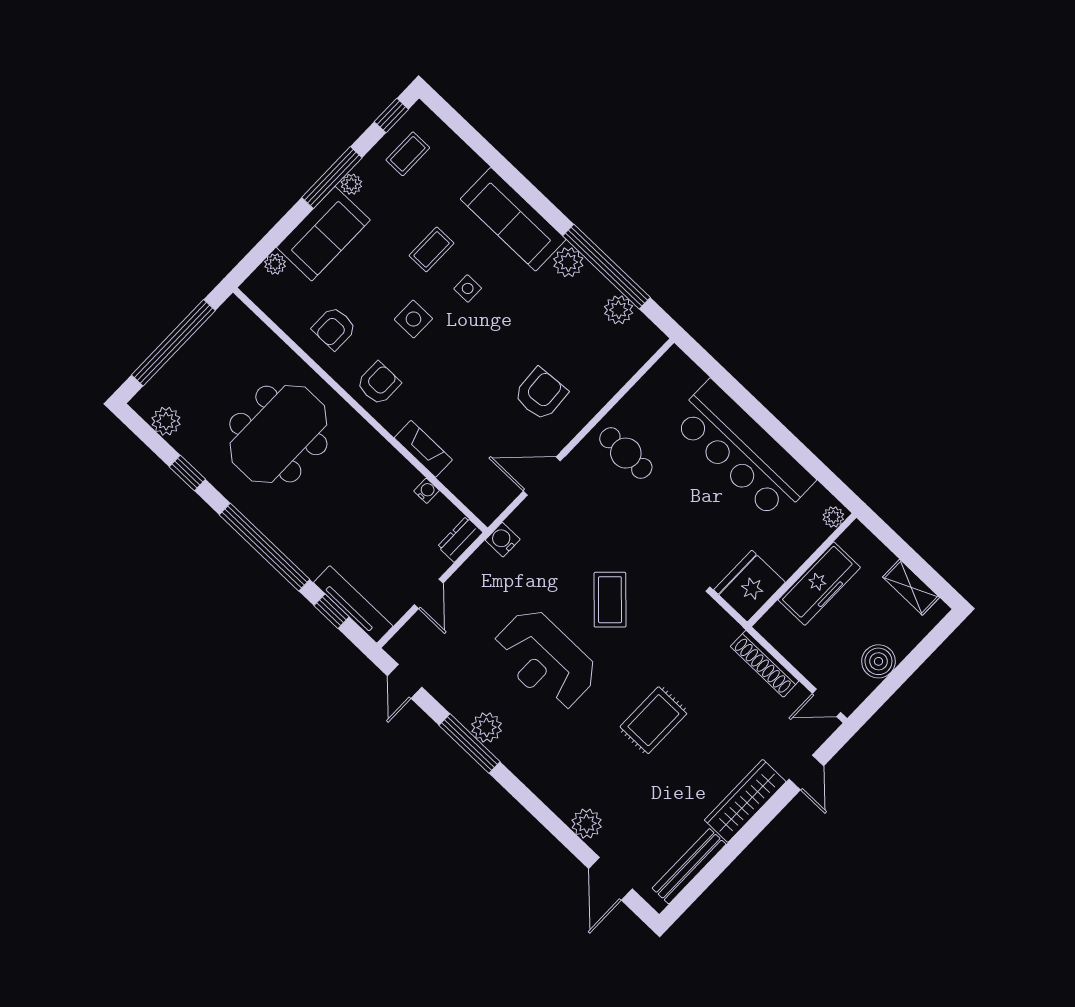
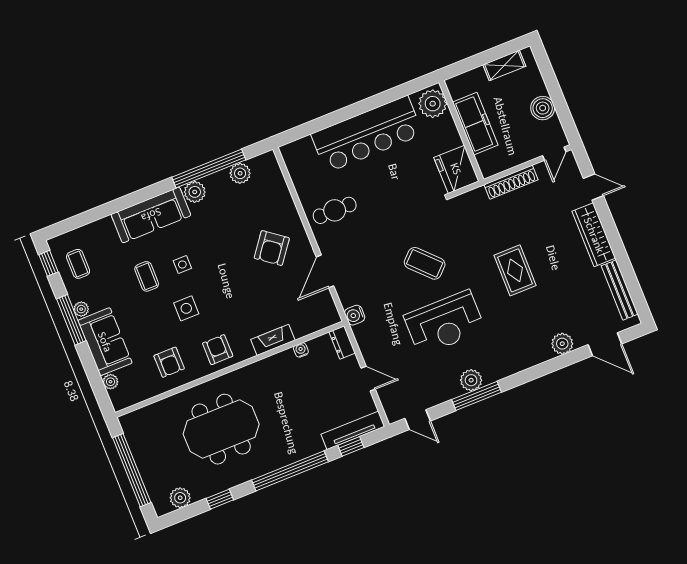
armchair: (541, 394) -> (272, 248), turned -139
meeting table: (278, 434) -> (221, 429), turned 90
plant: (833, 517) -> (433, 104), width x1.88, depth x1.88

